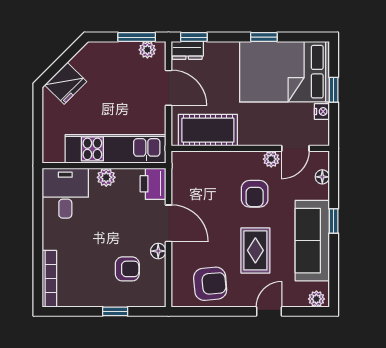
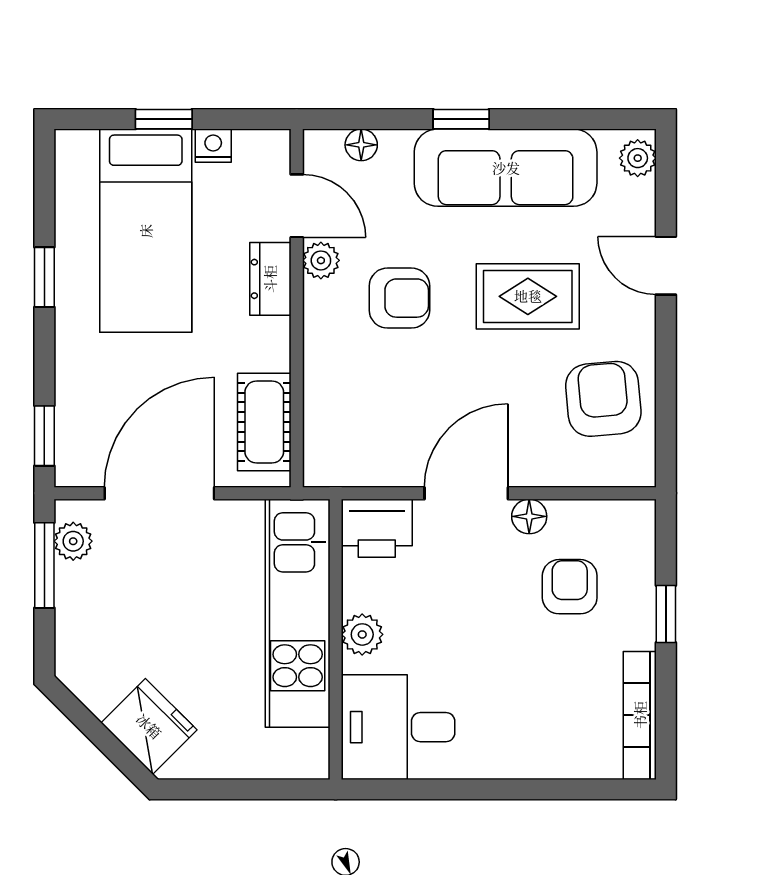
dresser: (187, 50) -> (270, 279), moved, turned 180
bed: (284, 72) -> (146, 231), width x0.67
door: (169, 88) -> (159, 493), width x1.36
cot: (208, 130) -> (264, 422), width x0.73, depth x0.75
bookcase: (49, 279) -> (640, 715), moved, turned -90

